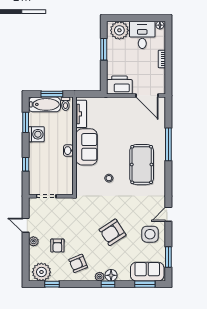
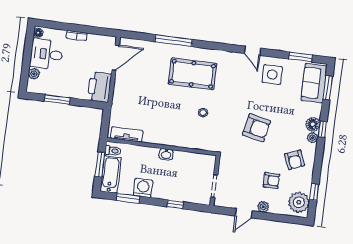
plant: (119, 30) -> (34, 74), width x0.53, depth x0.53
sofa: (86, 147) -> (165, 133), removed
armchair: (112, 232) -> (256, 128), moved, turned -45

